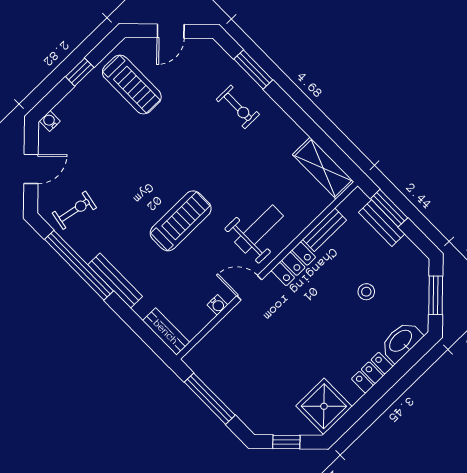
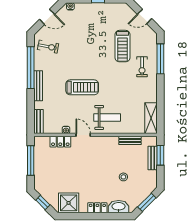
window: (253, 69) -> (160, 59), width x1.44
treadmill: (132, 85) -> (122, 46), moved
locker: (293, 264) -> (60, 142), moved

